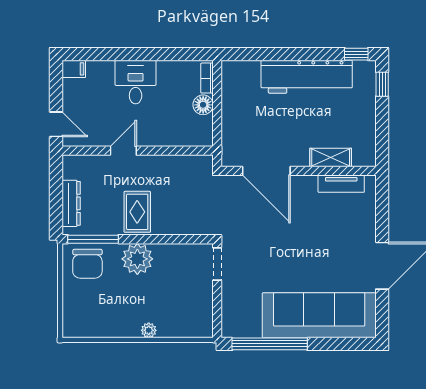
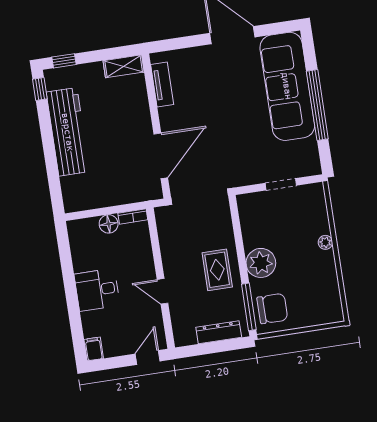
bookcase: (207, 78) -> (133, 217), moved
shelving: (331, 157) -> (124, 66), moved, turned 90
rug: (137, 212) -> (217, 270), turned 90
doorway: (217, 264) -> (281, 184), moved
window: (270, 344) -> (317, 105), moved

